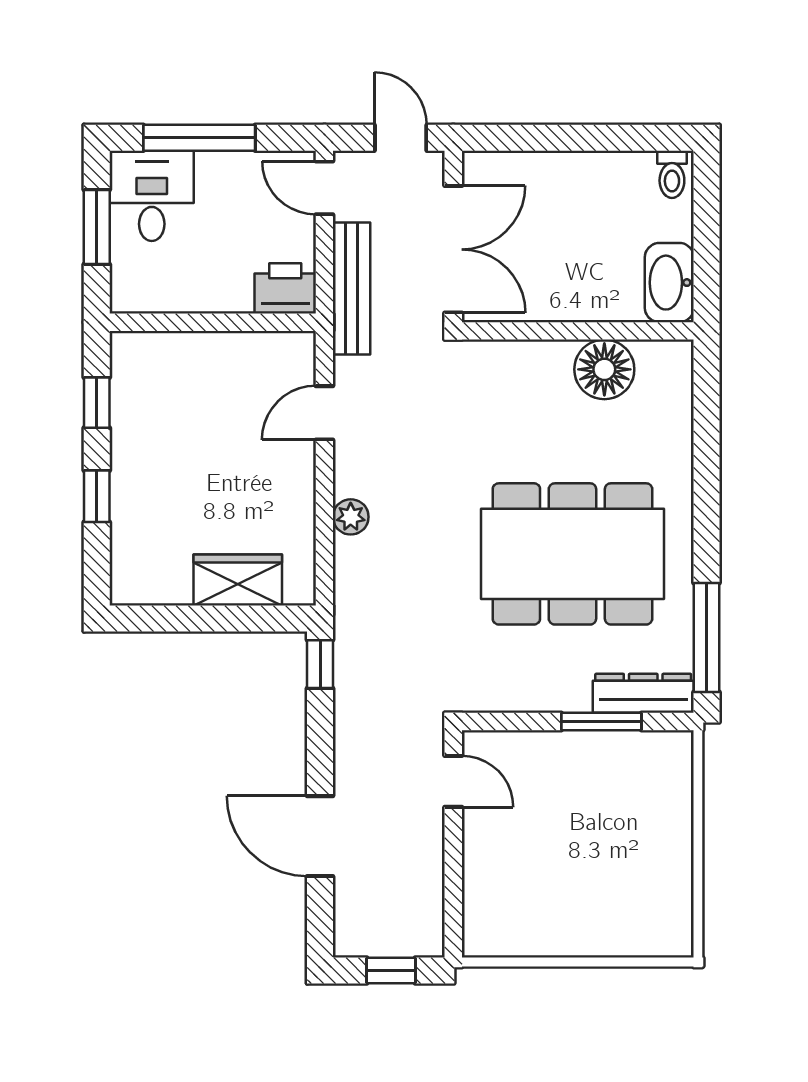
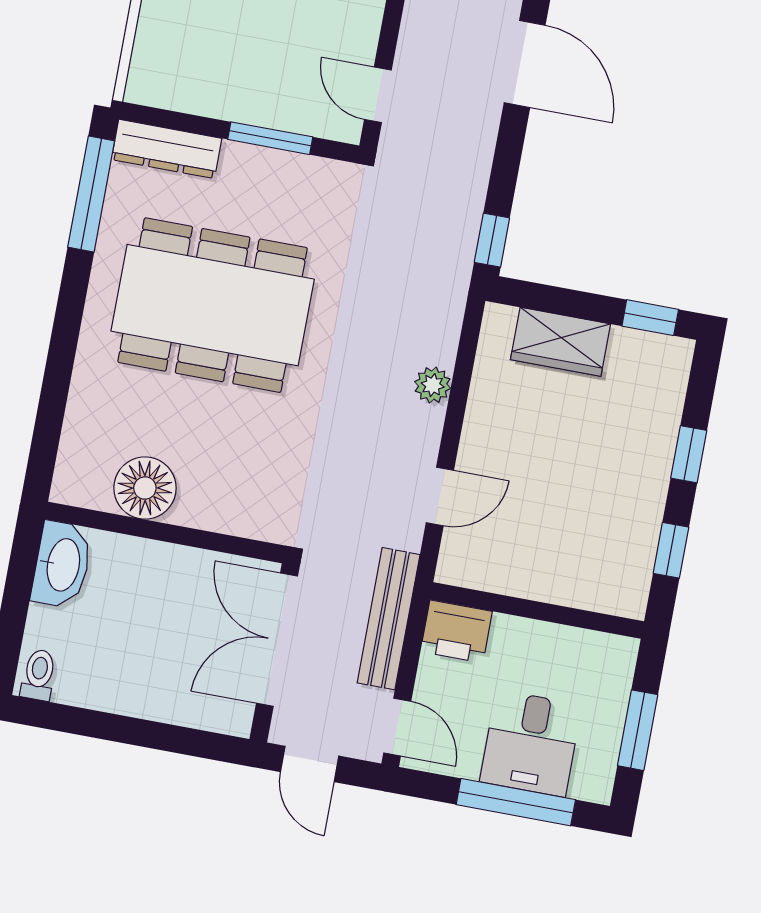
desk: (152, 196) -> (531, 743), moved
window: (157, 619) -> (650, 318), added
window: (601, 722) -> (270, 138), moved

